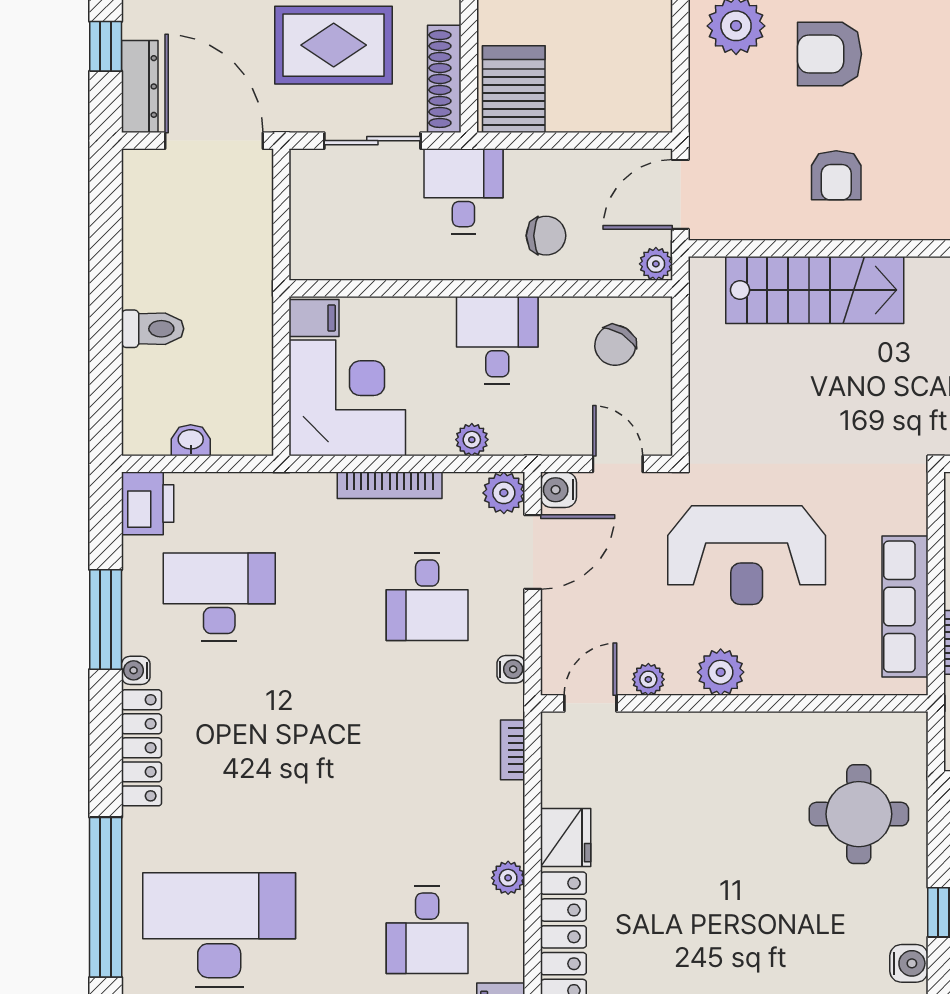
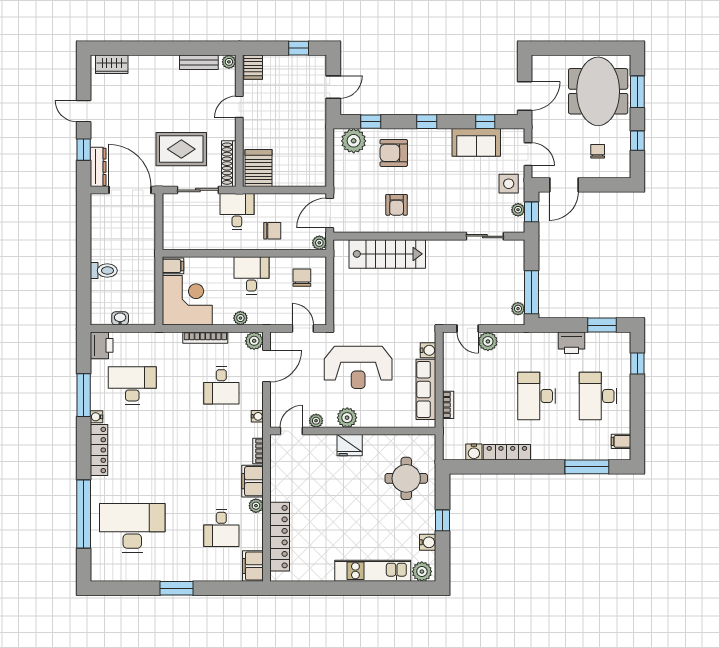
chair: (615, 345) -> (302, 278), turned 148
water cooler: (558, 490) -> (428, 350), moved, turned 180
filing cabinet: (500, 821) -> (252, 481), added
fridge: (566, 837) -> (350, 445), moved, turned 90

